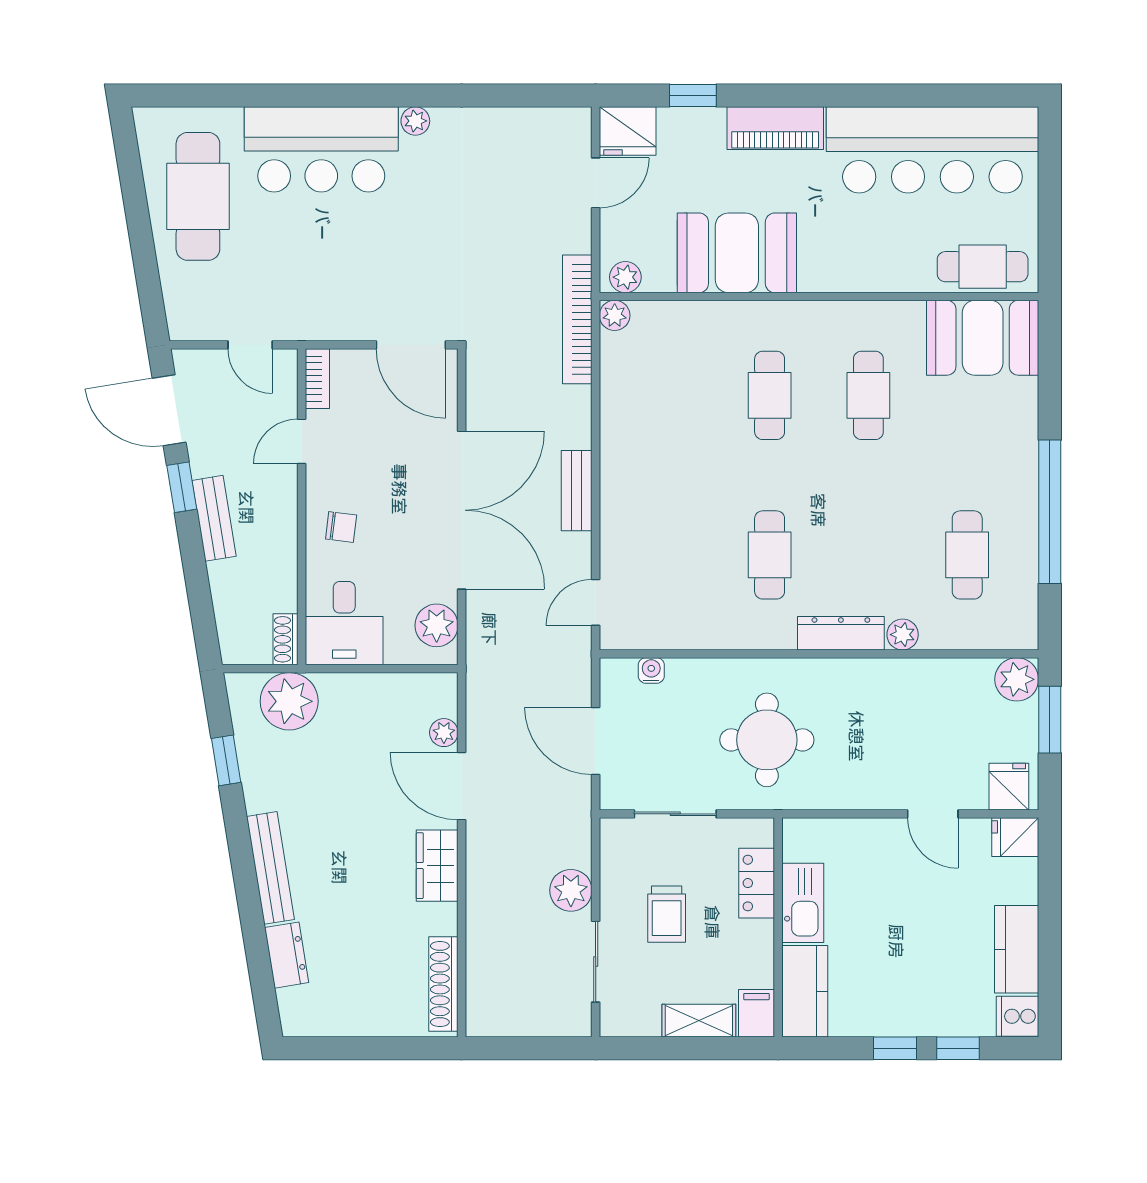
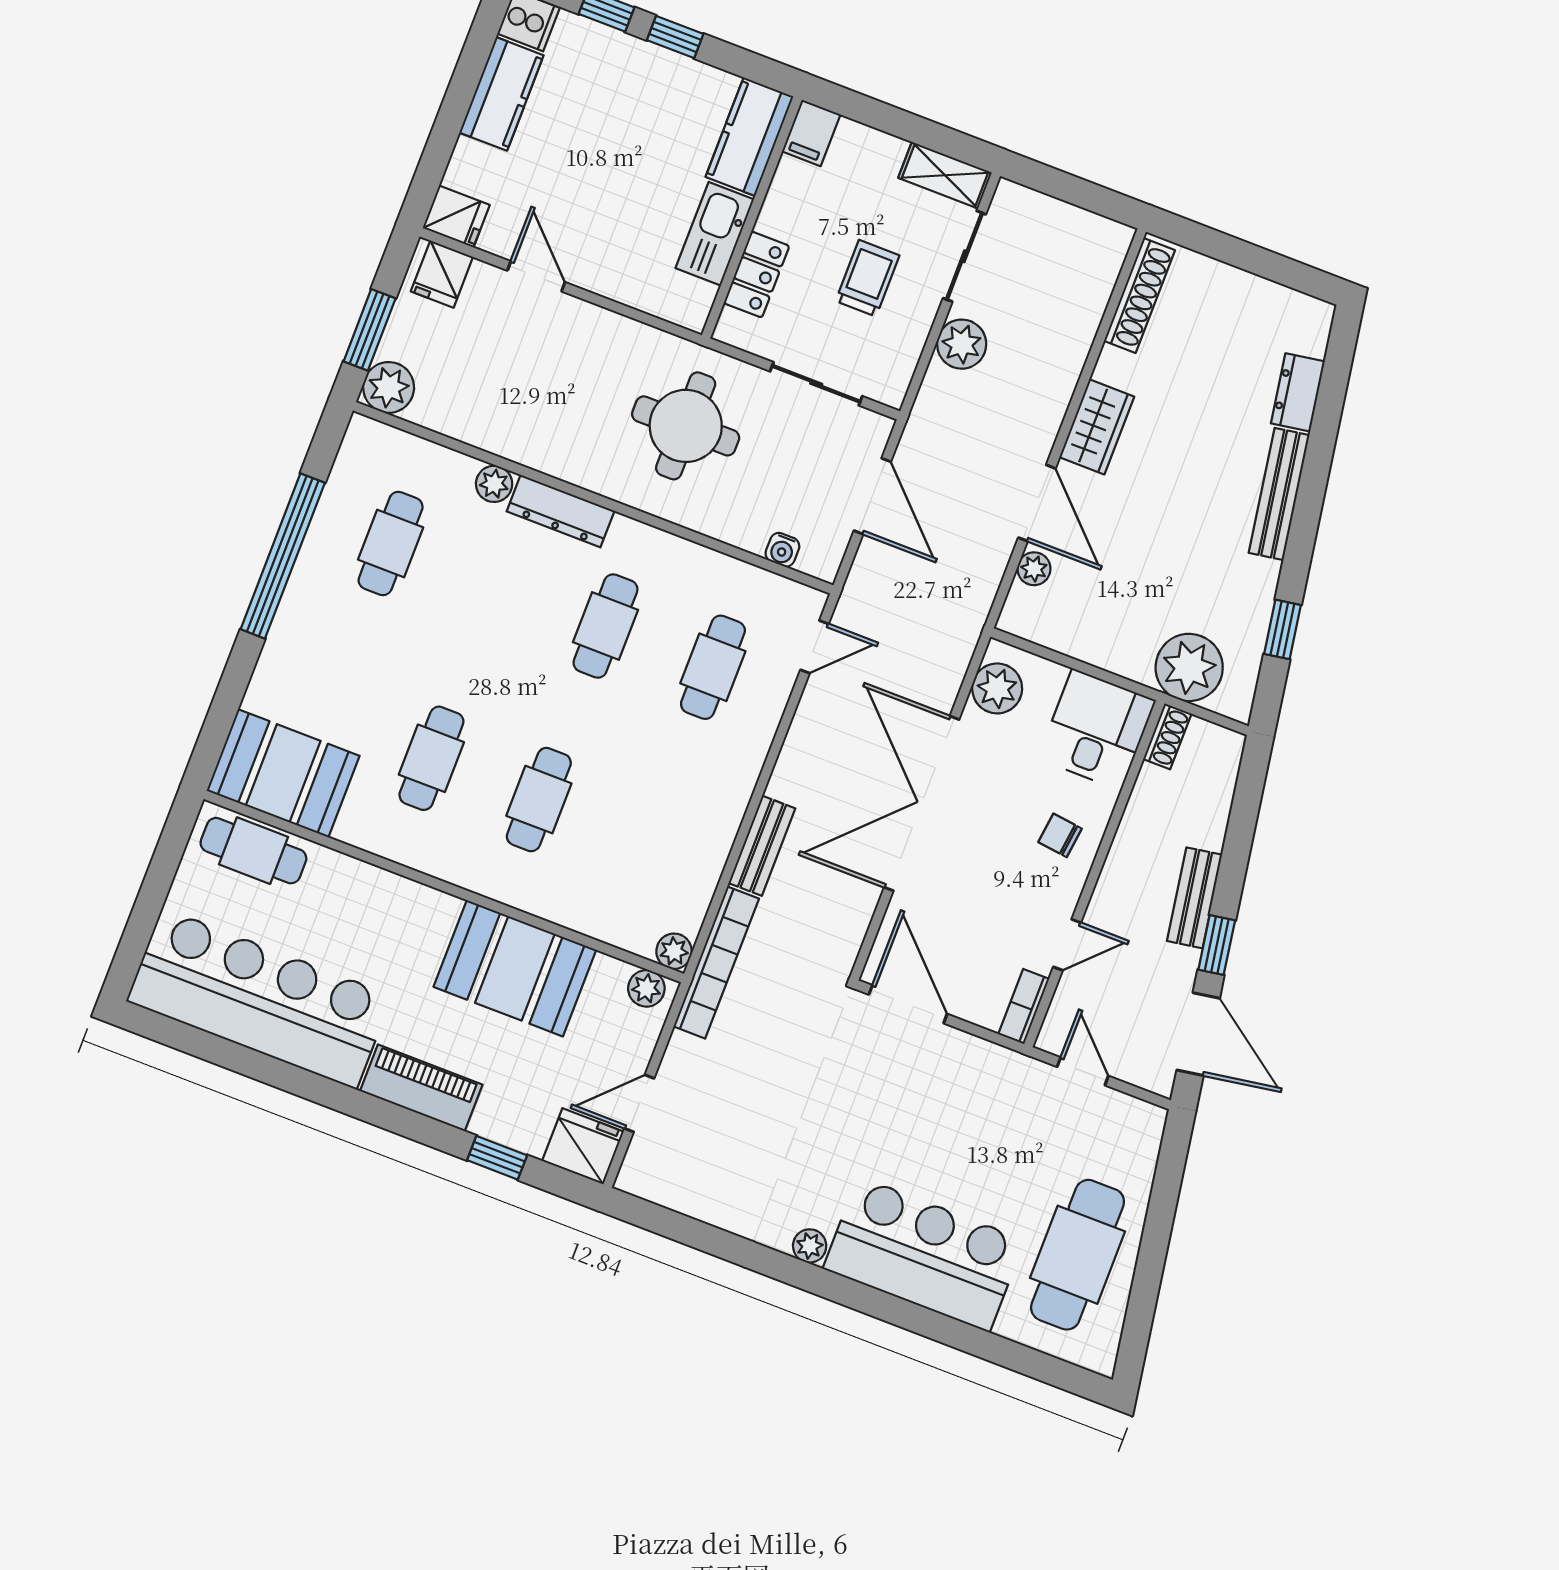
bench: (577, 491) -> (762, 846), moved
cafe table: (671, 555) -> (713, 667), added
shelving: (699, 1021) -> (945, 175), moved

